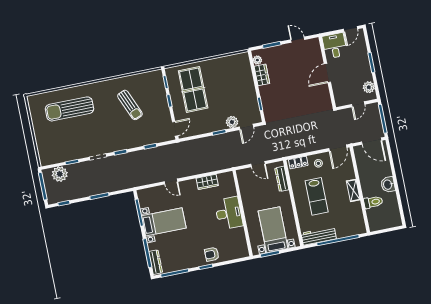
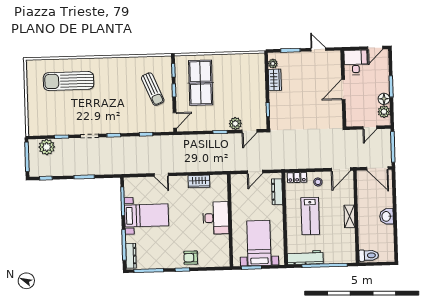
floor lamp: (367, 75) -> (384, 99), added
sun lounger: (130, 105) -> (153, 89), moved
door: (258, 164) -> (255, 172), hinge flipped
toilet: (373, 202) -> (369, 255), moved

